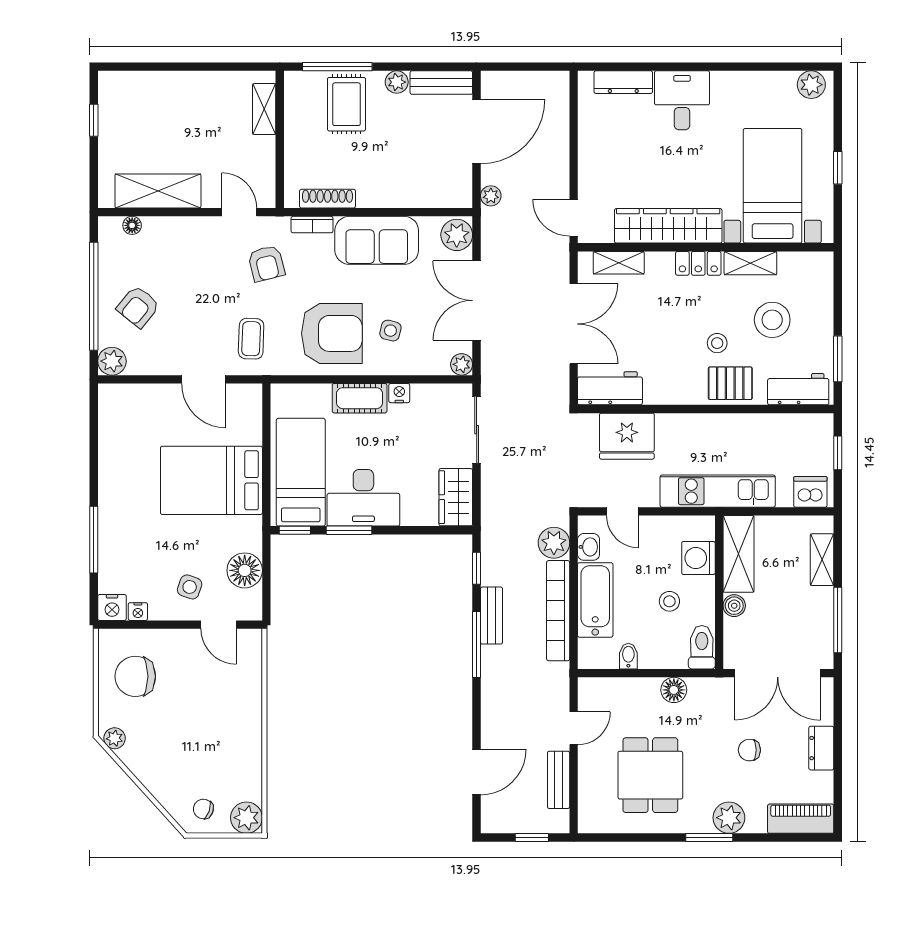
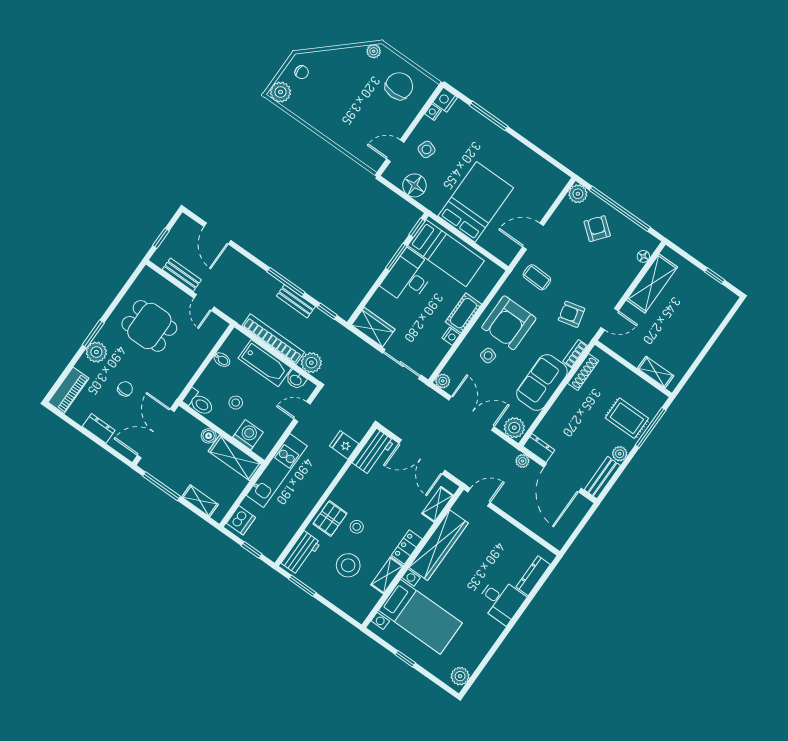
dresser: (460, 187) -> (539, 448), added
fridge: (627, 436) -> (344, 445), width x0.53, depth x0.75
floor lamp: (674, 690) -> (186, 371), removed
chair: (203, 809) -> (302, 72), turned 71

